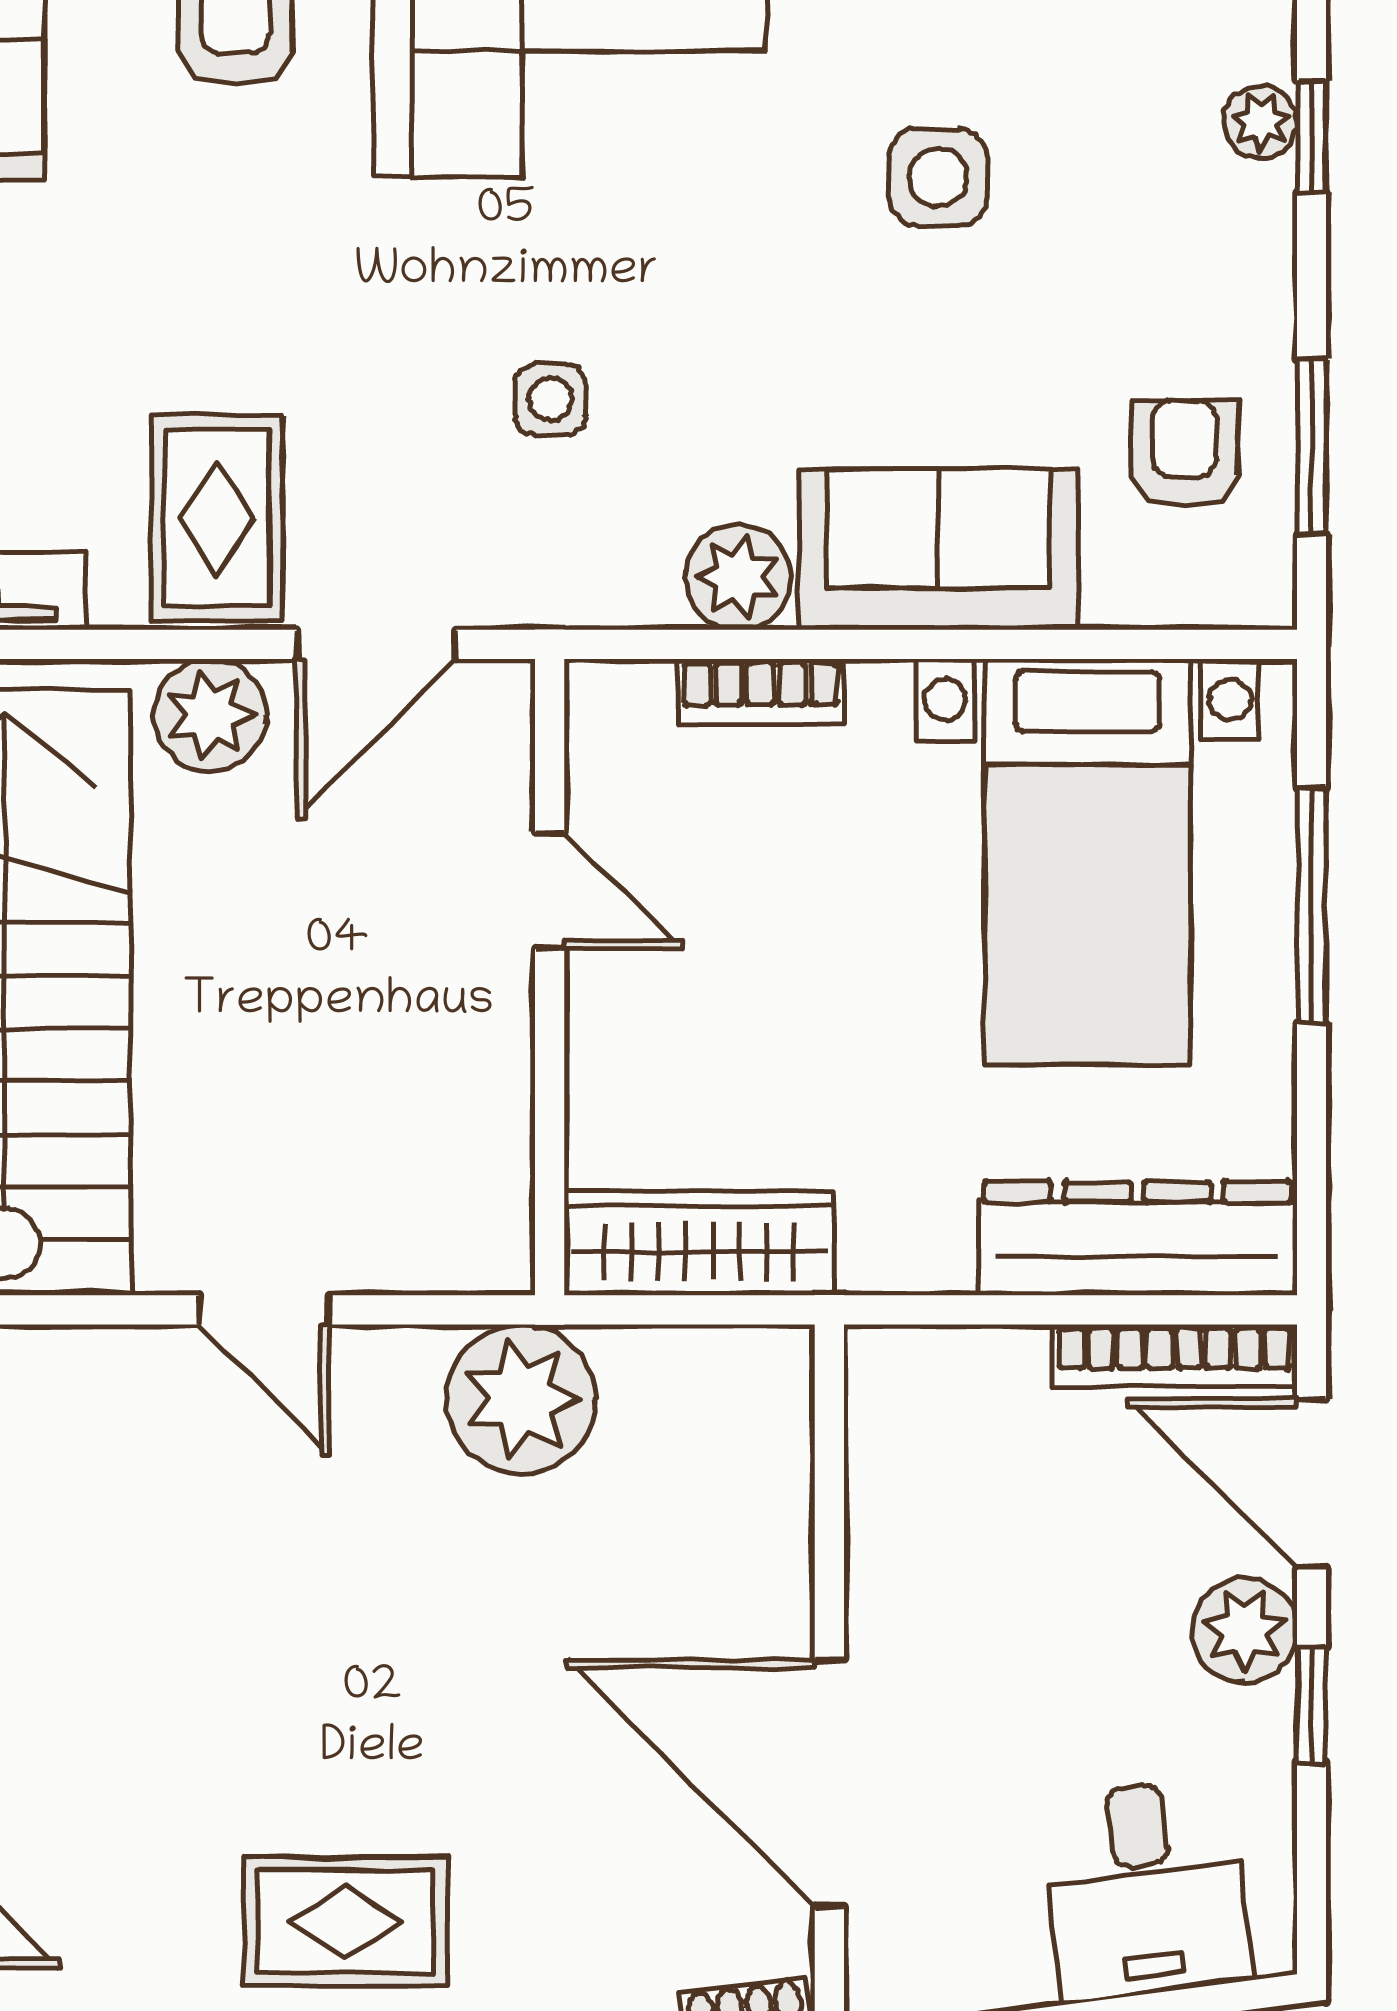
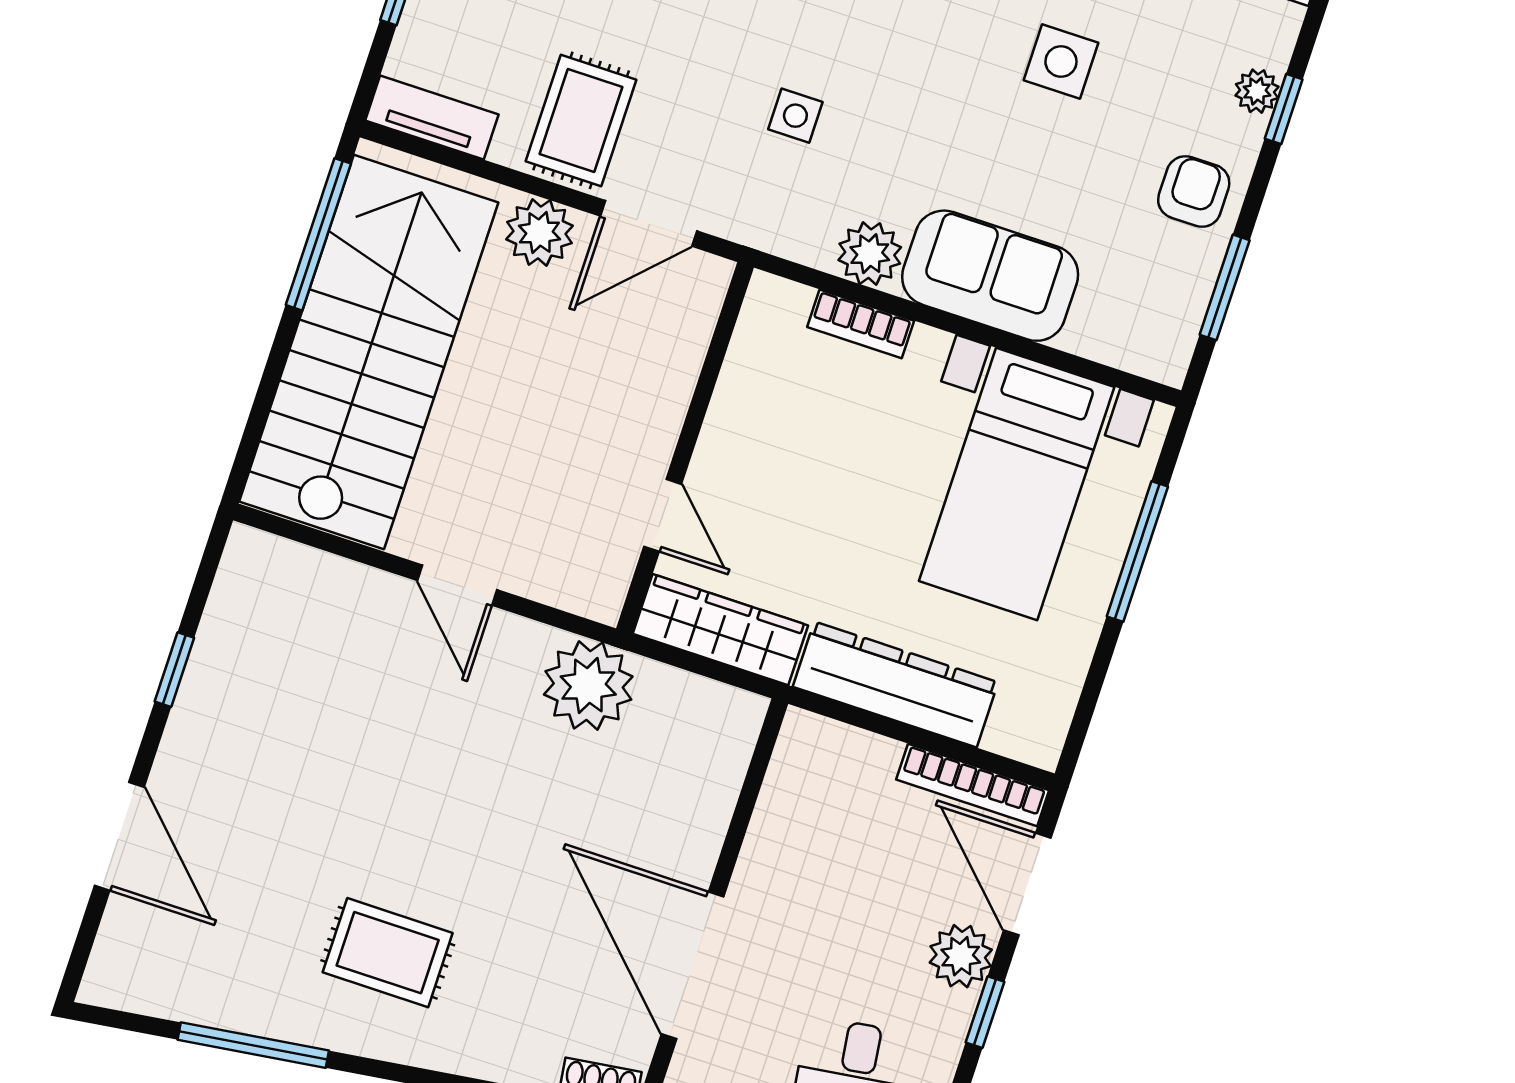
armchair: (1185, 454) -> (1194, 191), moved
door: (550, 891) -> (663, 515), moved
dresser: (1137, 1238) -> (896, 684), moved

